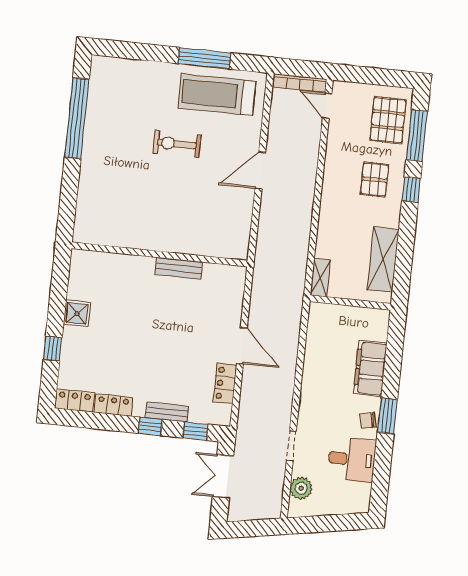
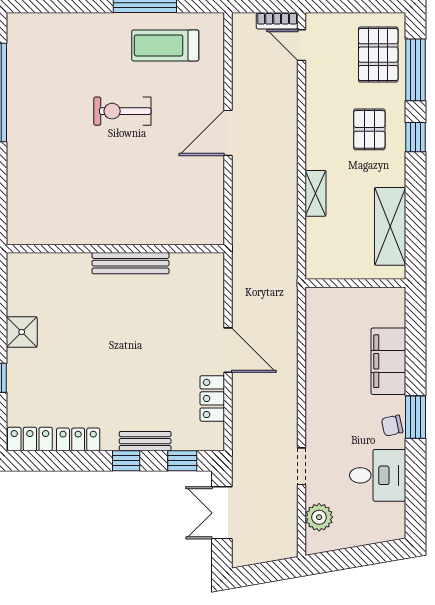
bookcase: (300, 83) -> (277, 21), width x0.64
treadmill: (217, 95) -> (165, 45), width x0.73, depth x0.73
bench: (179, 268) -> (130, 263), width x1.36
shelving: (320, 278) -> (316, 193), moved

